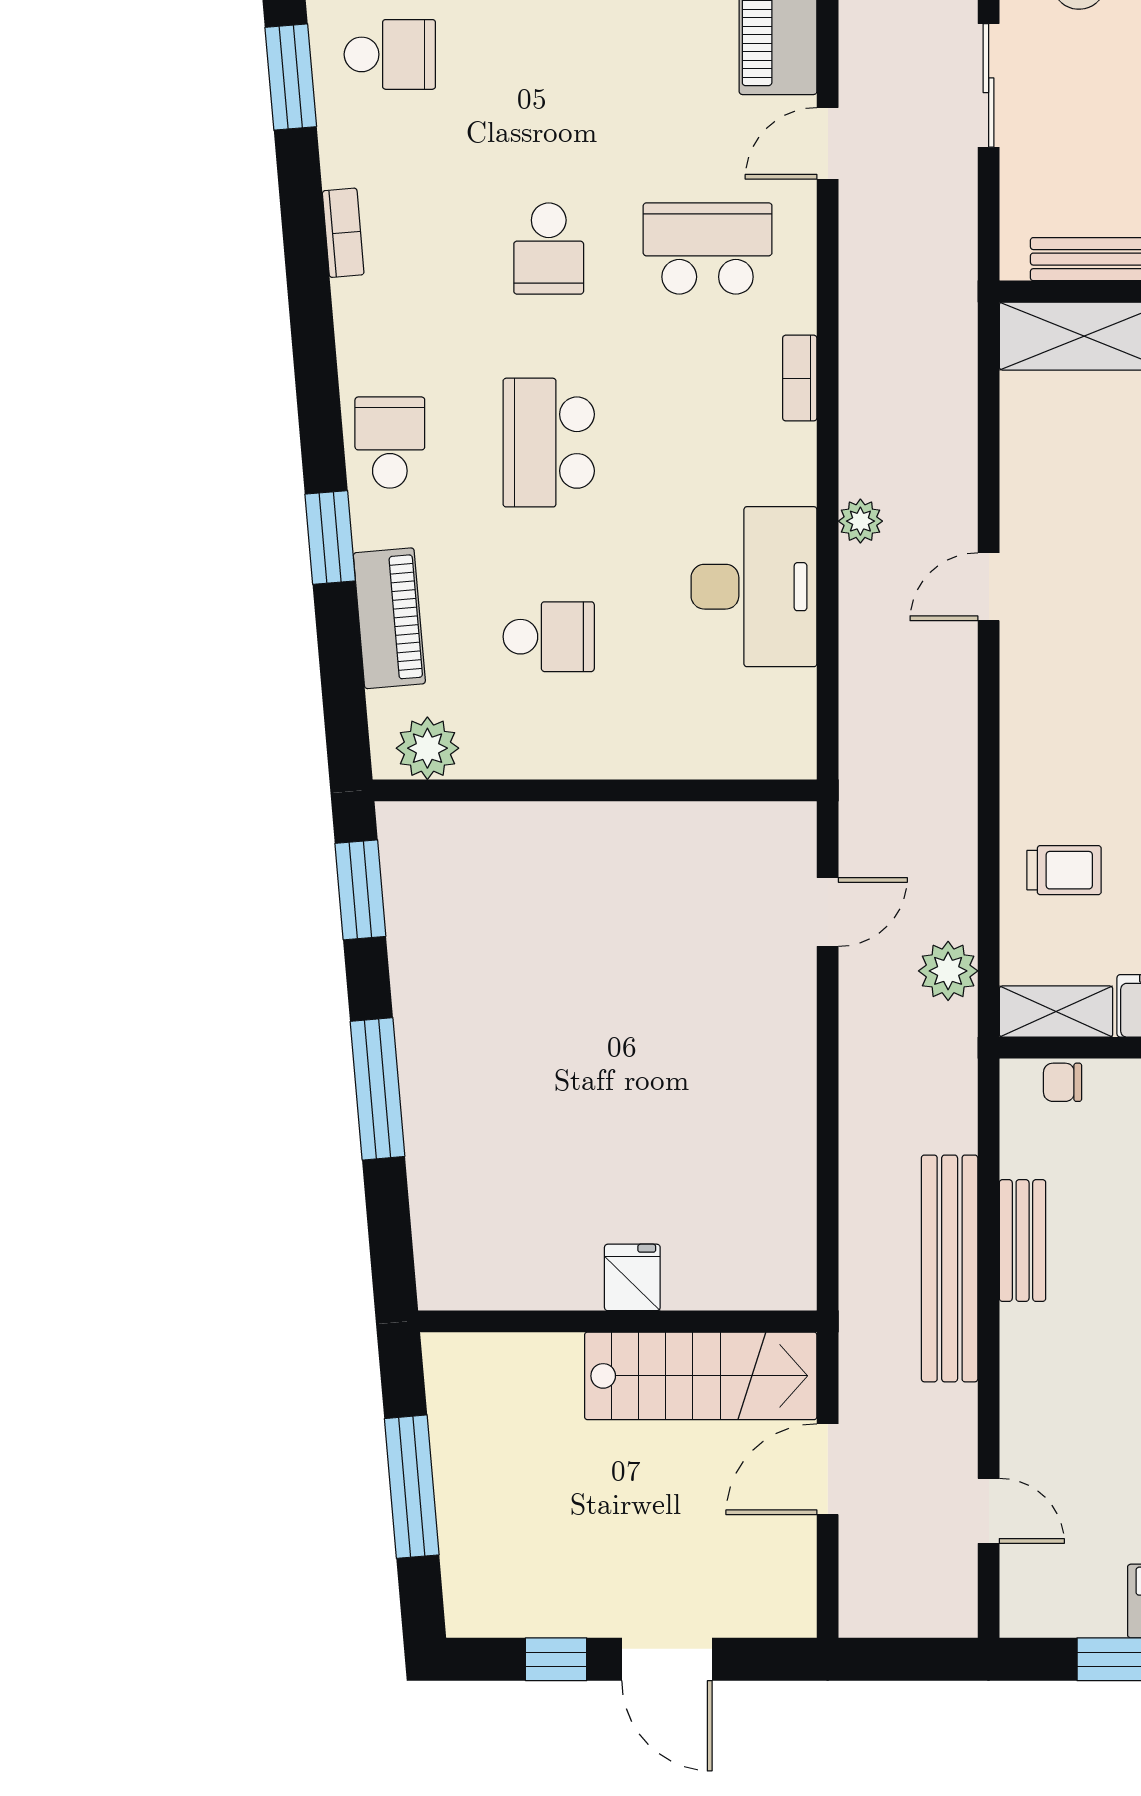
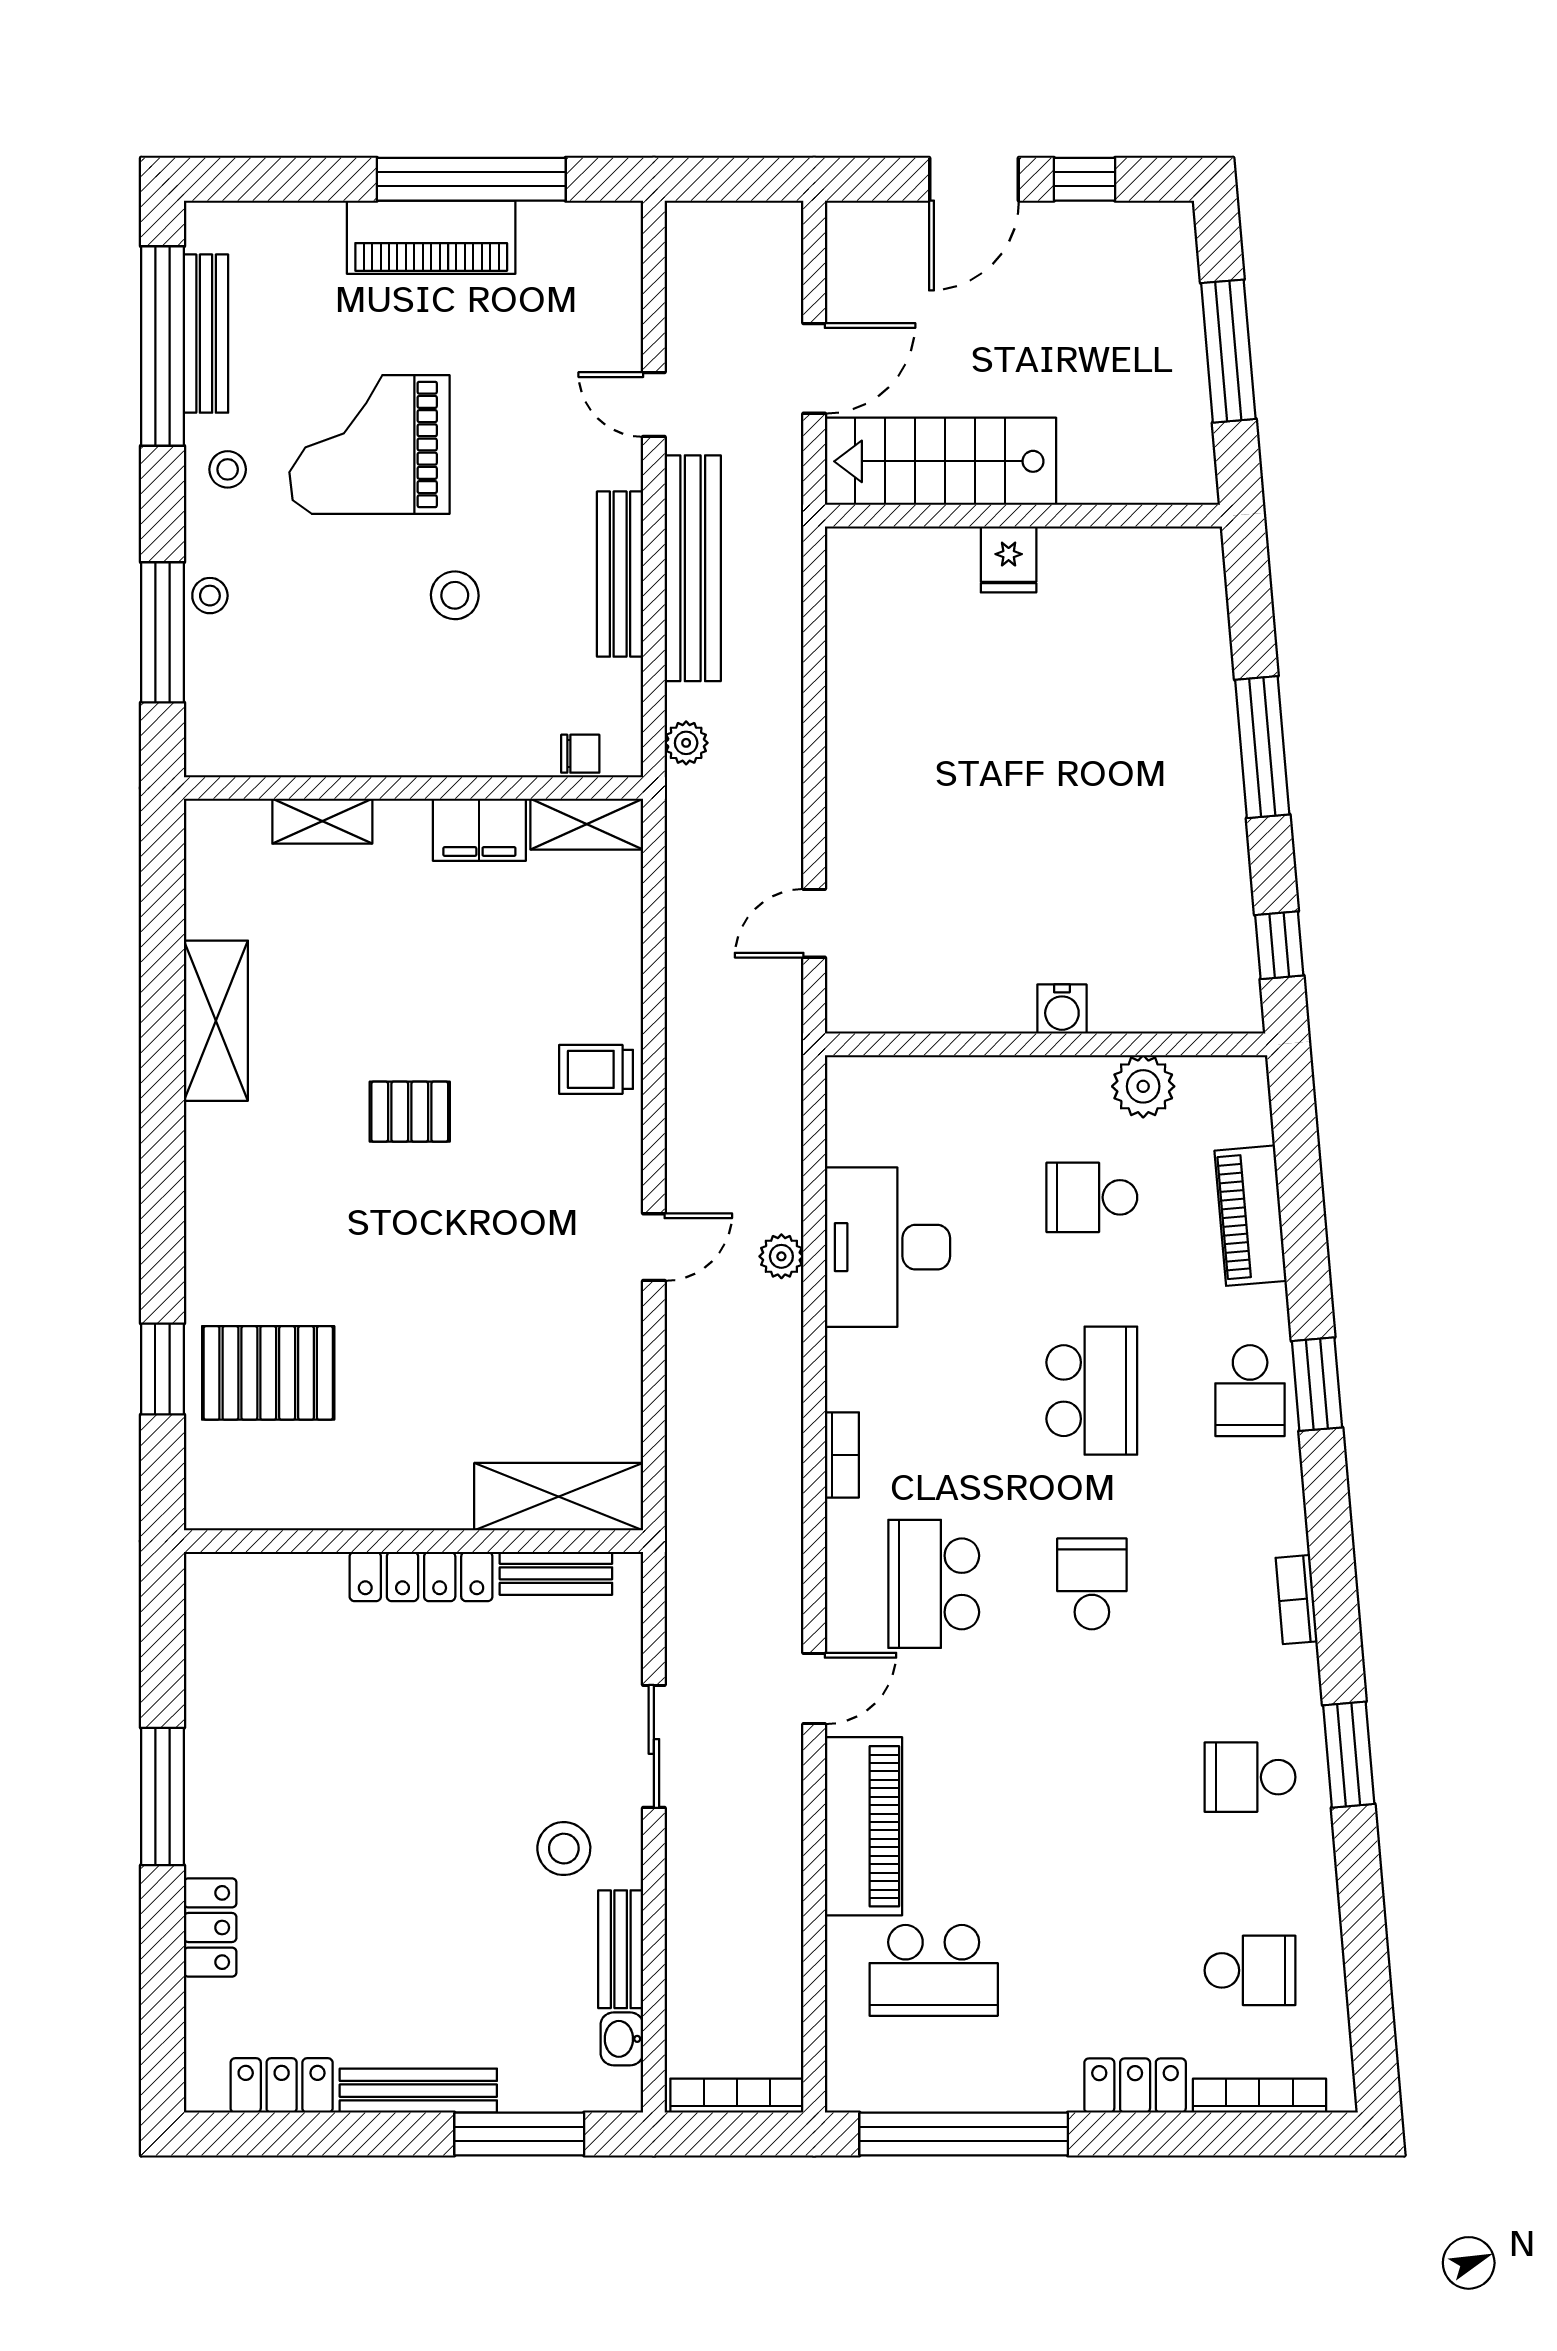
school desk: (708, 248) -> (934, 1584), turned 90
plant: (860, 521) -> (781, 1256), moved
window: (330, 538) -> (1317, 1384), moved
plant: (427, 748) -> (1143, 1086), moved
water cooler: (579, 826) -> (1062, 1009), added
trolley: (1064, 870) -> (596, 1069), moved
window: (360, 890) -> (1279, 945), width x0.67
plant: (948, 971) -> (686, 743), moved, width x0.73, depth x0.73
bench: (1023, 1241) -> (620, 574), width x1.36
door: (989, 1511) -> (654, 405), moved
door: (667, 1659) -> (974, 179), swing flipped

